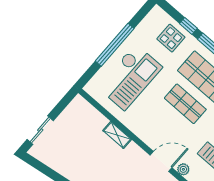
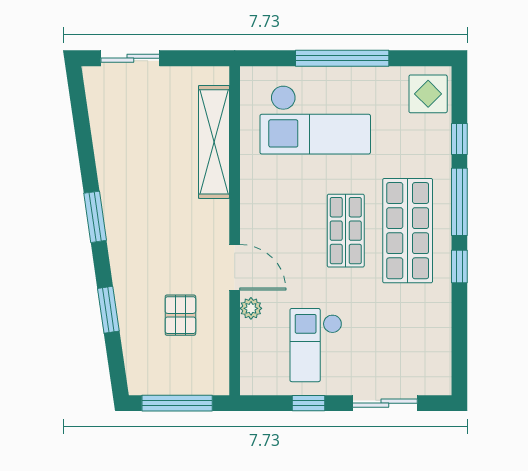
display table: (171, 38) -> (428, 94), moved
shelving: (117, 135) -> (214, 142), width x2.20, depth x1.33

